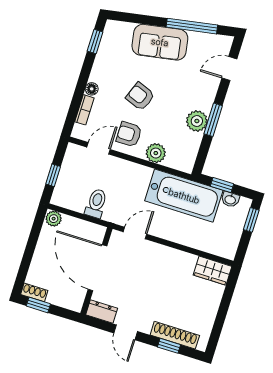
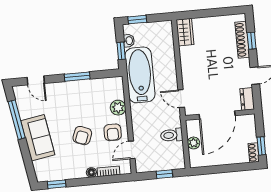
plant: (197, 121) -> (83, 88), removed
door: (98, 148) -> (132, 150), hinge flipped
plant: (54, 219) -> (194, 143), moved

